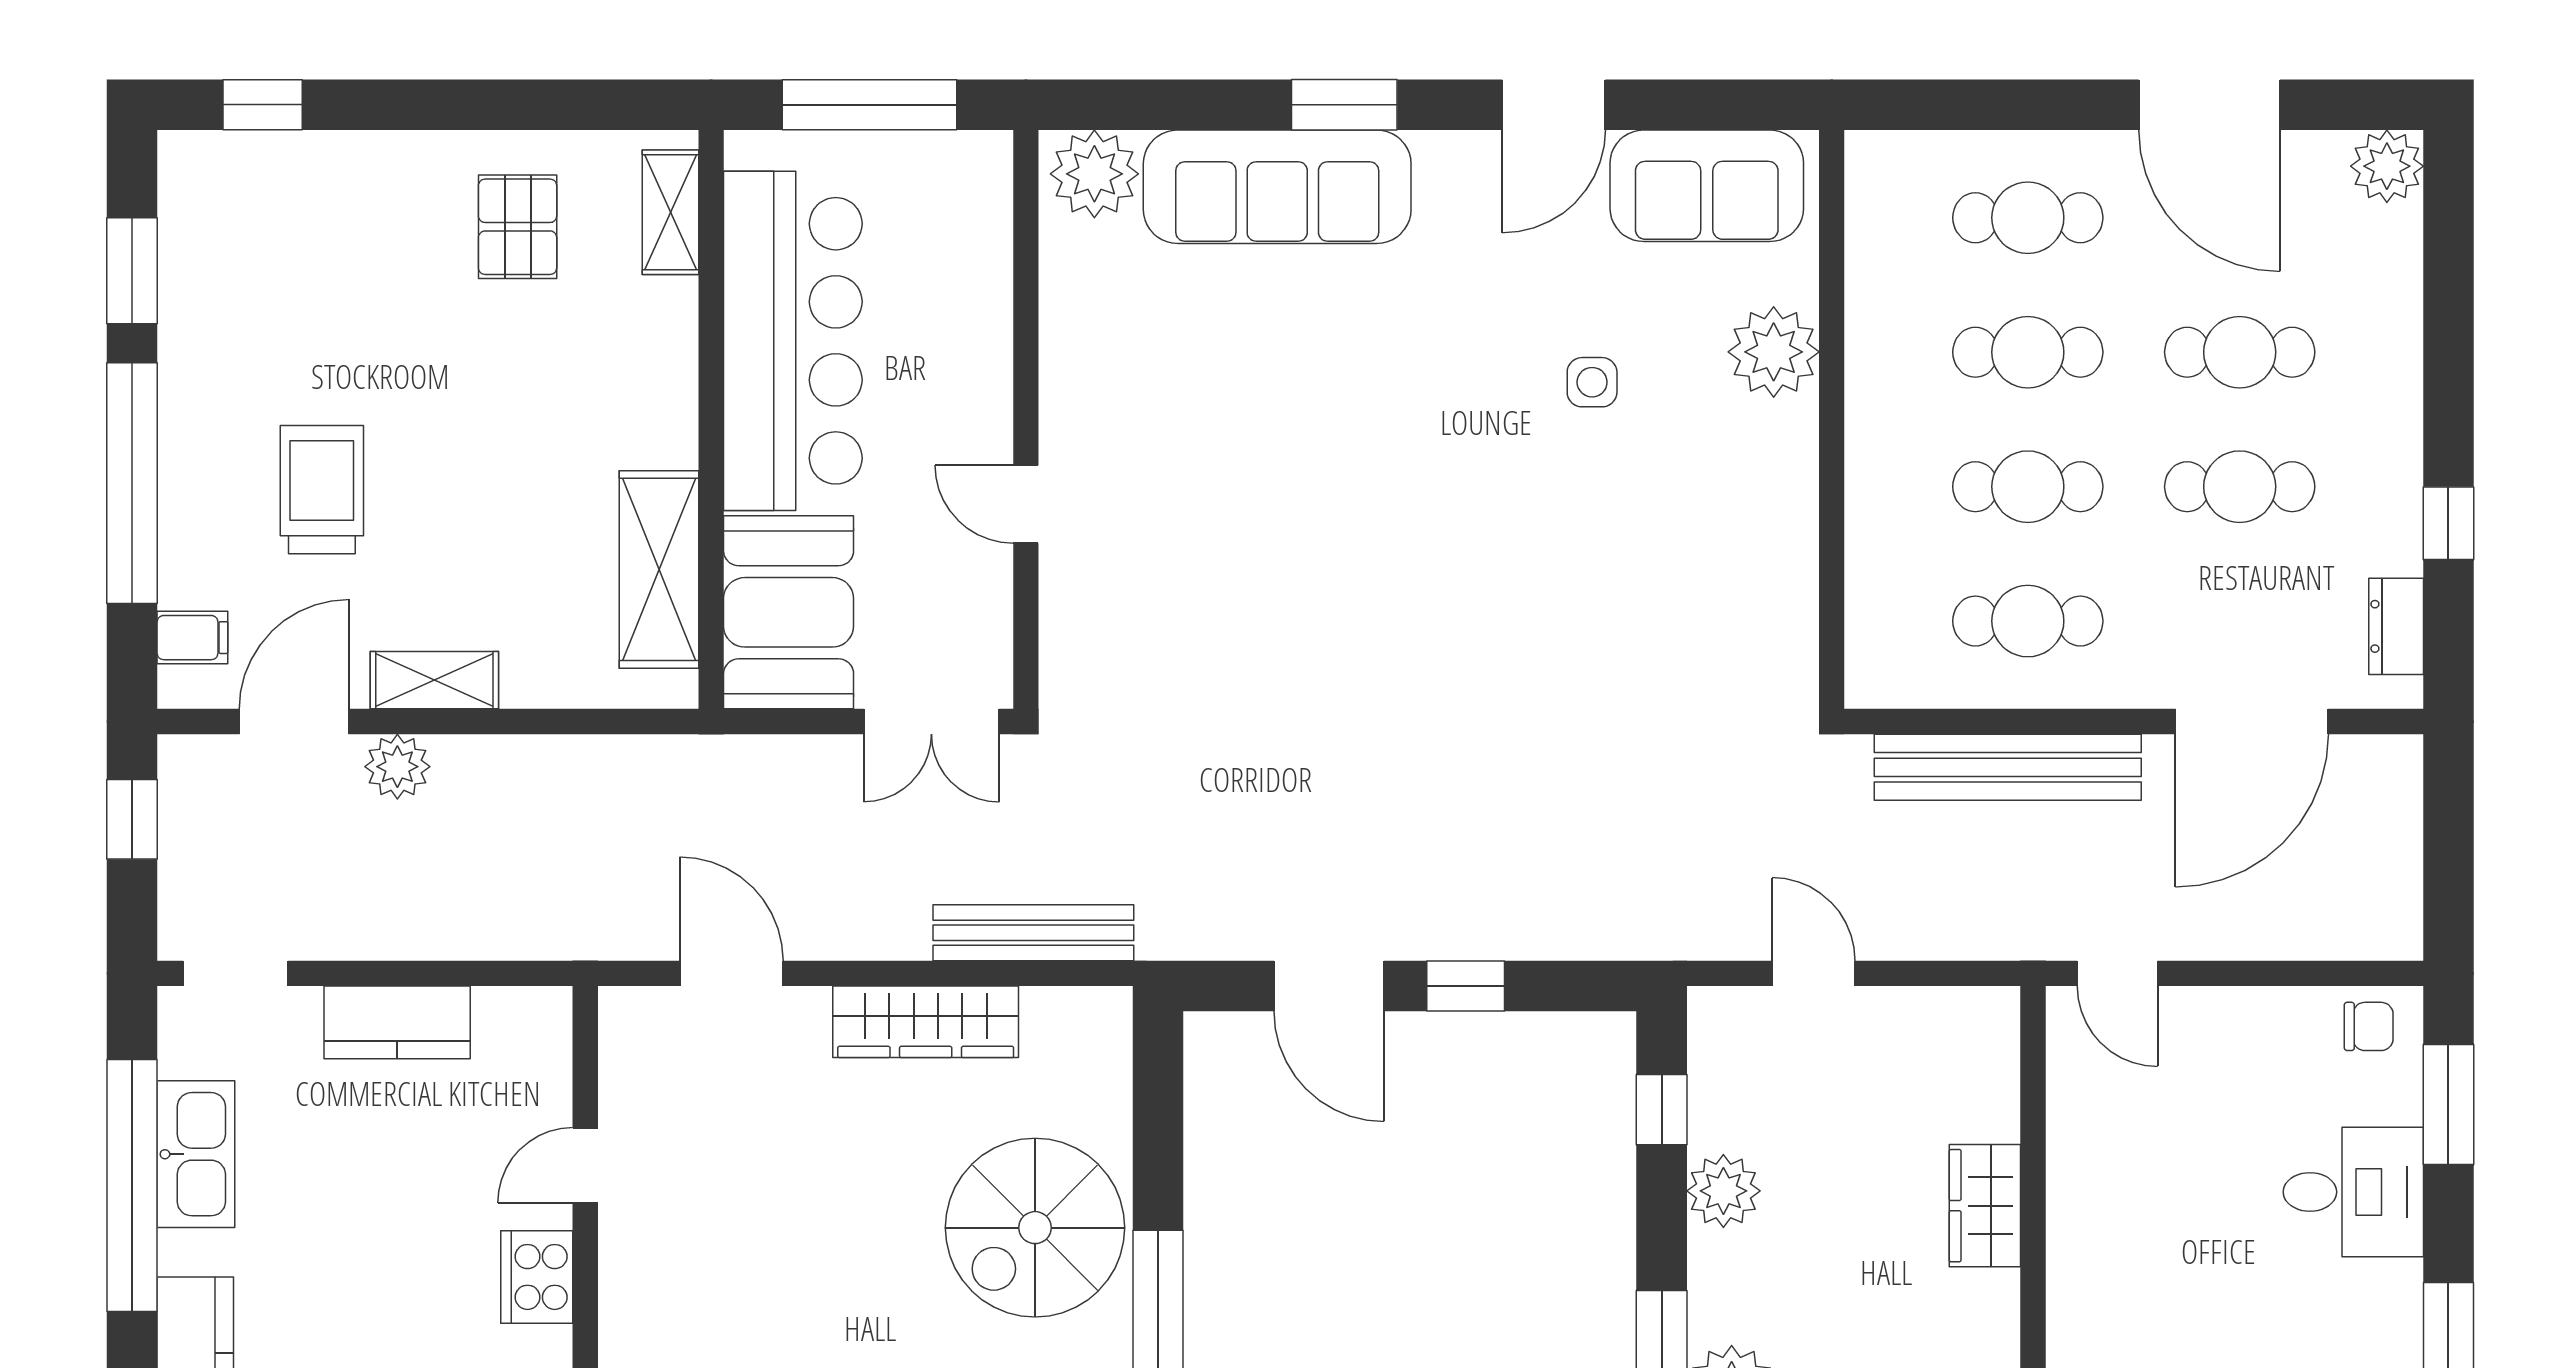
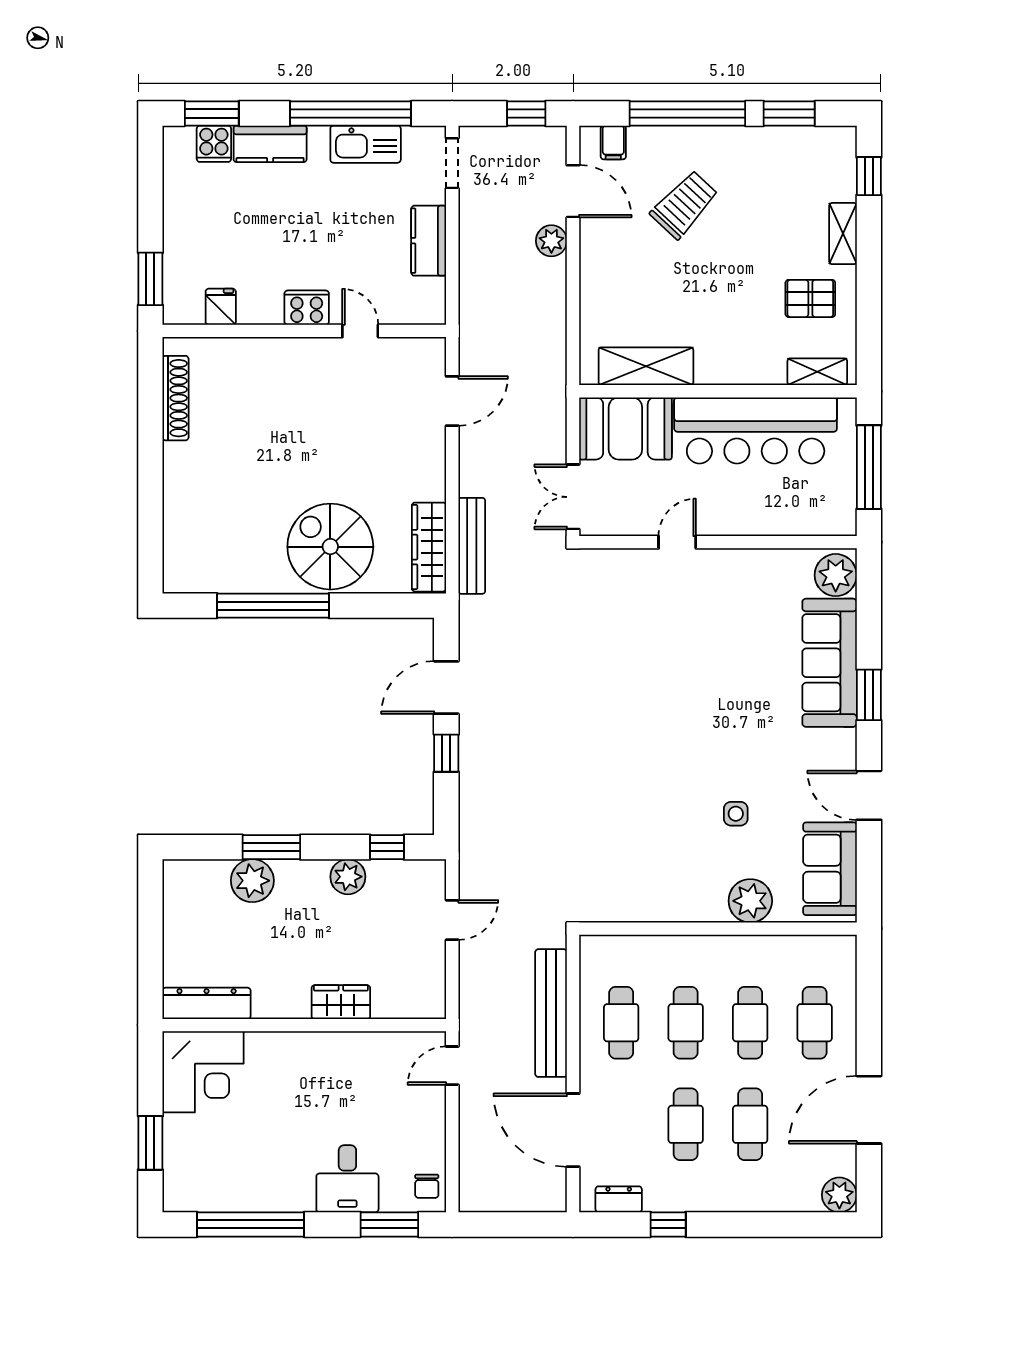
trolley: (322, 490) -> (684, 205), turned -47
shelving: (434, 680) -> (843, 234), moved
wardrobe: (926, 1022) -> (429, 547), moved

